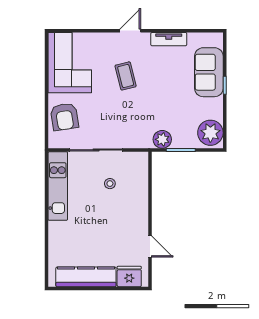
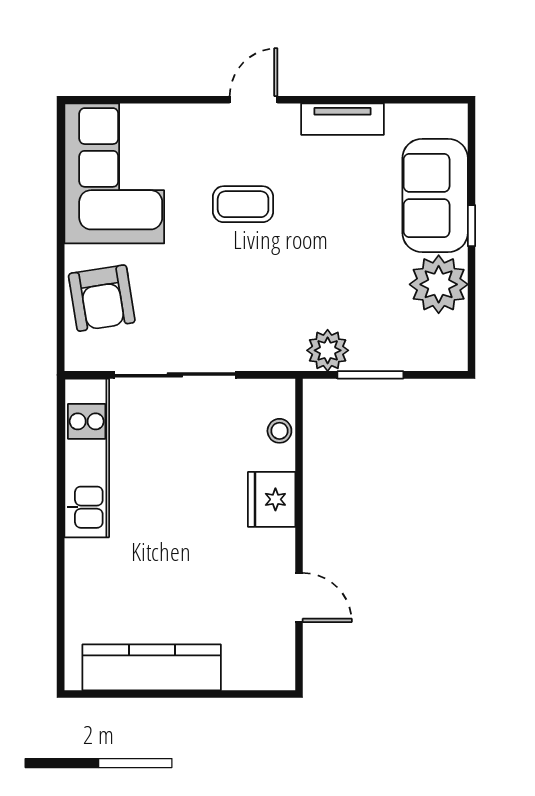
coffee table: (126, 76) -> (243, 204), turned -76
plant: (210, 133) -> (439, 284), moved
stool: (110, 184) -> (279, 431), moved
fridge: (129, 277) -> (272, 499), moved, turned -90

